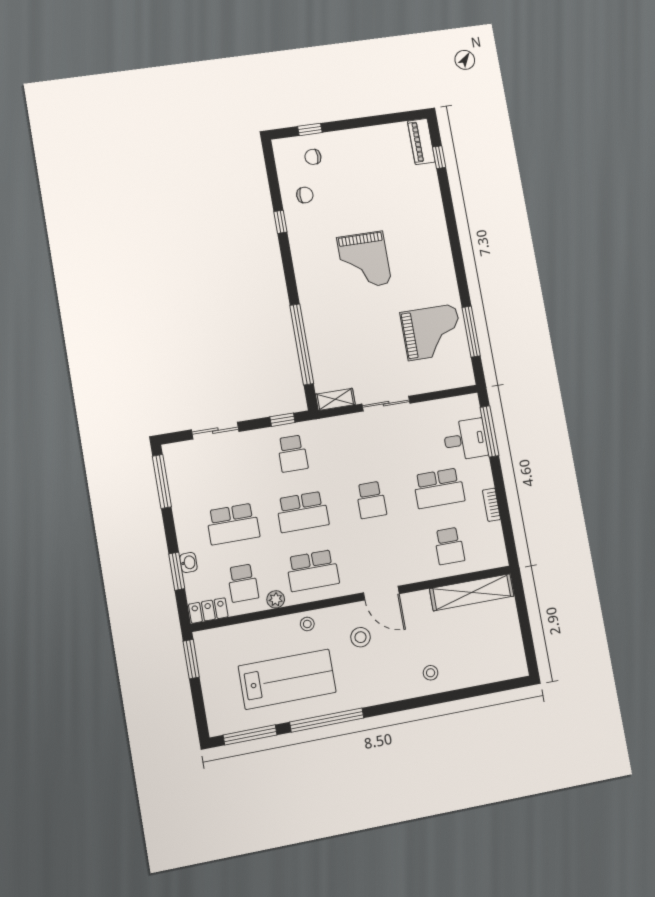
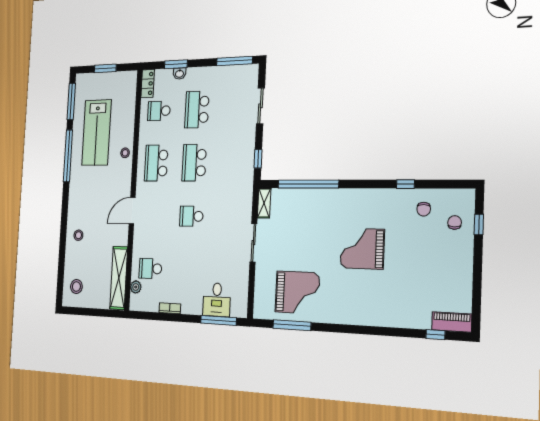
grand piano: (432, 332) -> (297, 292), turned -90
school desk: (292, 454) -> (234, 162), removed
school desk: (439, 488) -> (189, 270), removed
plant: (276, 599) -> (136, 287), moved
stool: (361, 637) -> (76, 287), moved
window: (191, 659) -> (105, 68), moved

